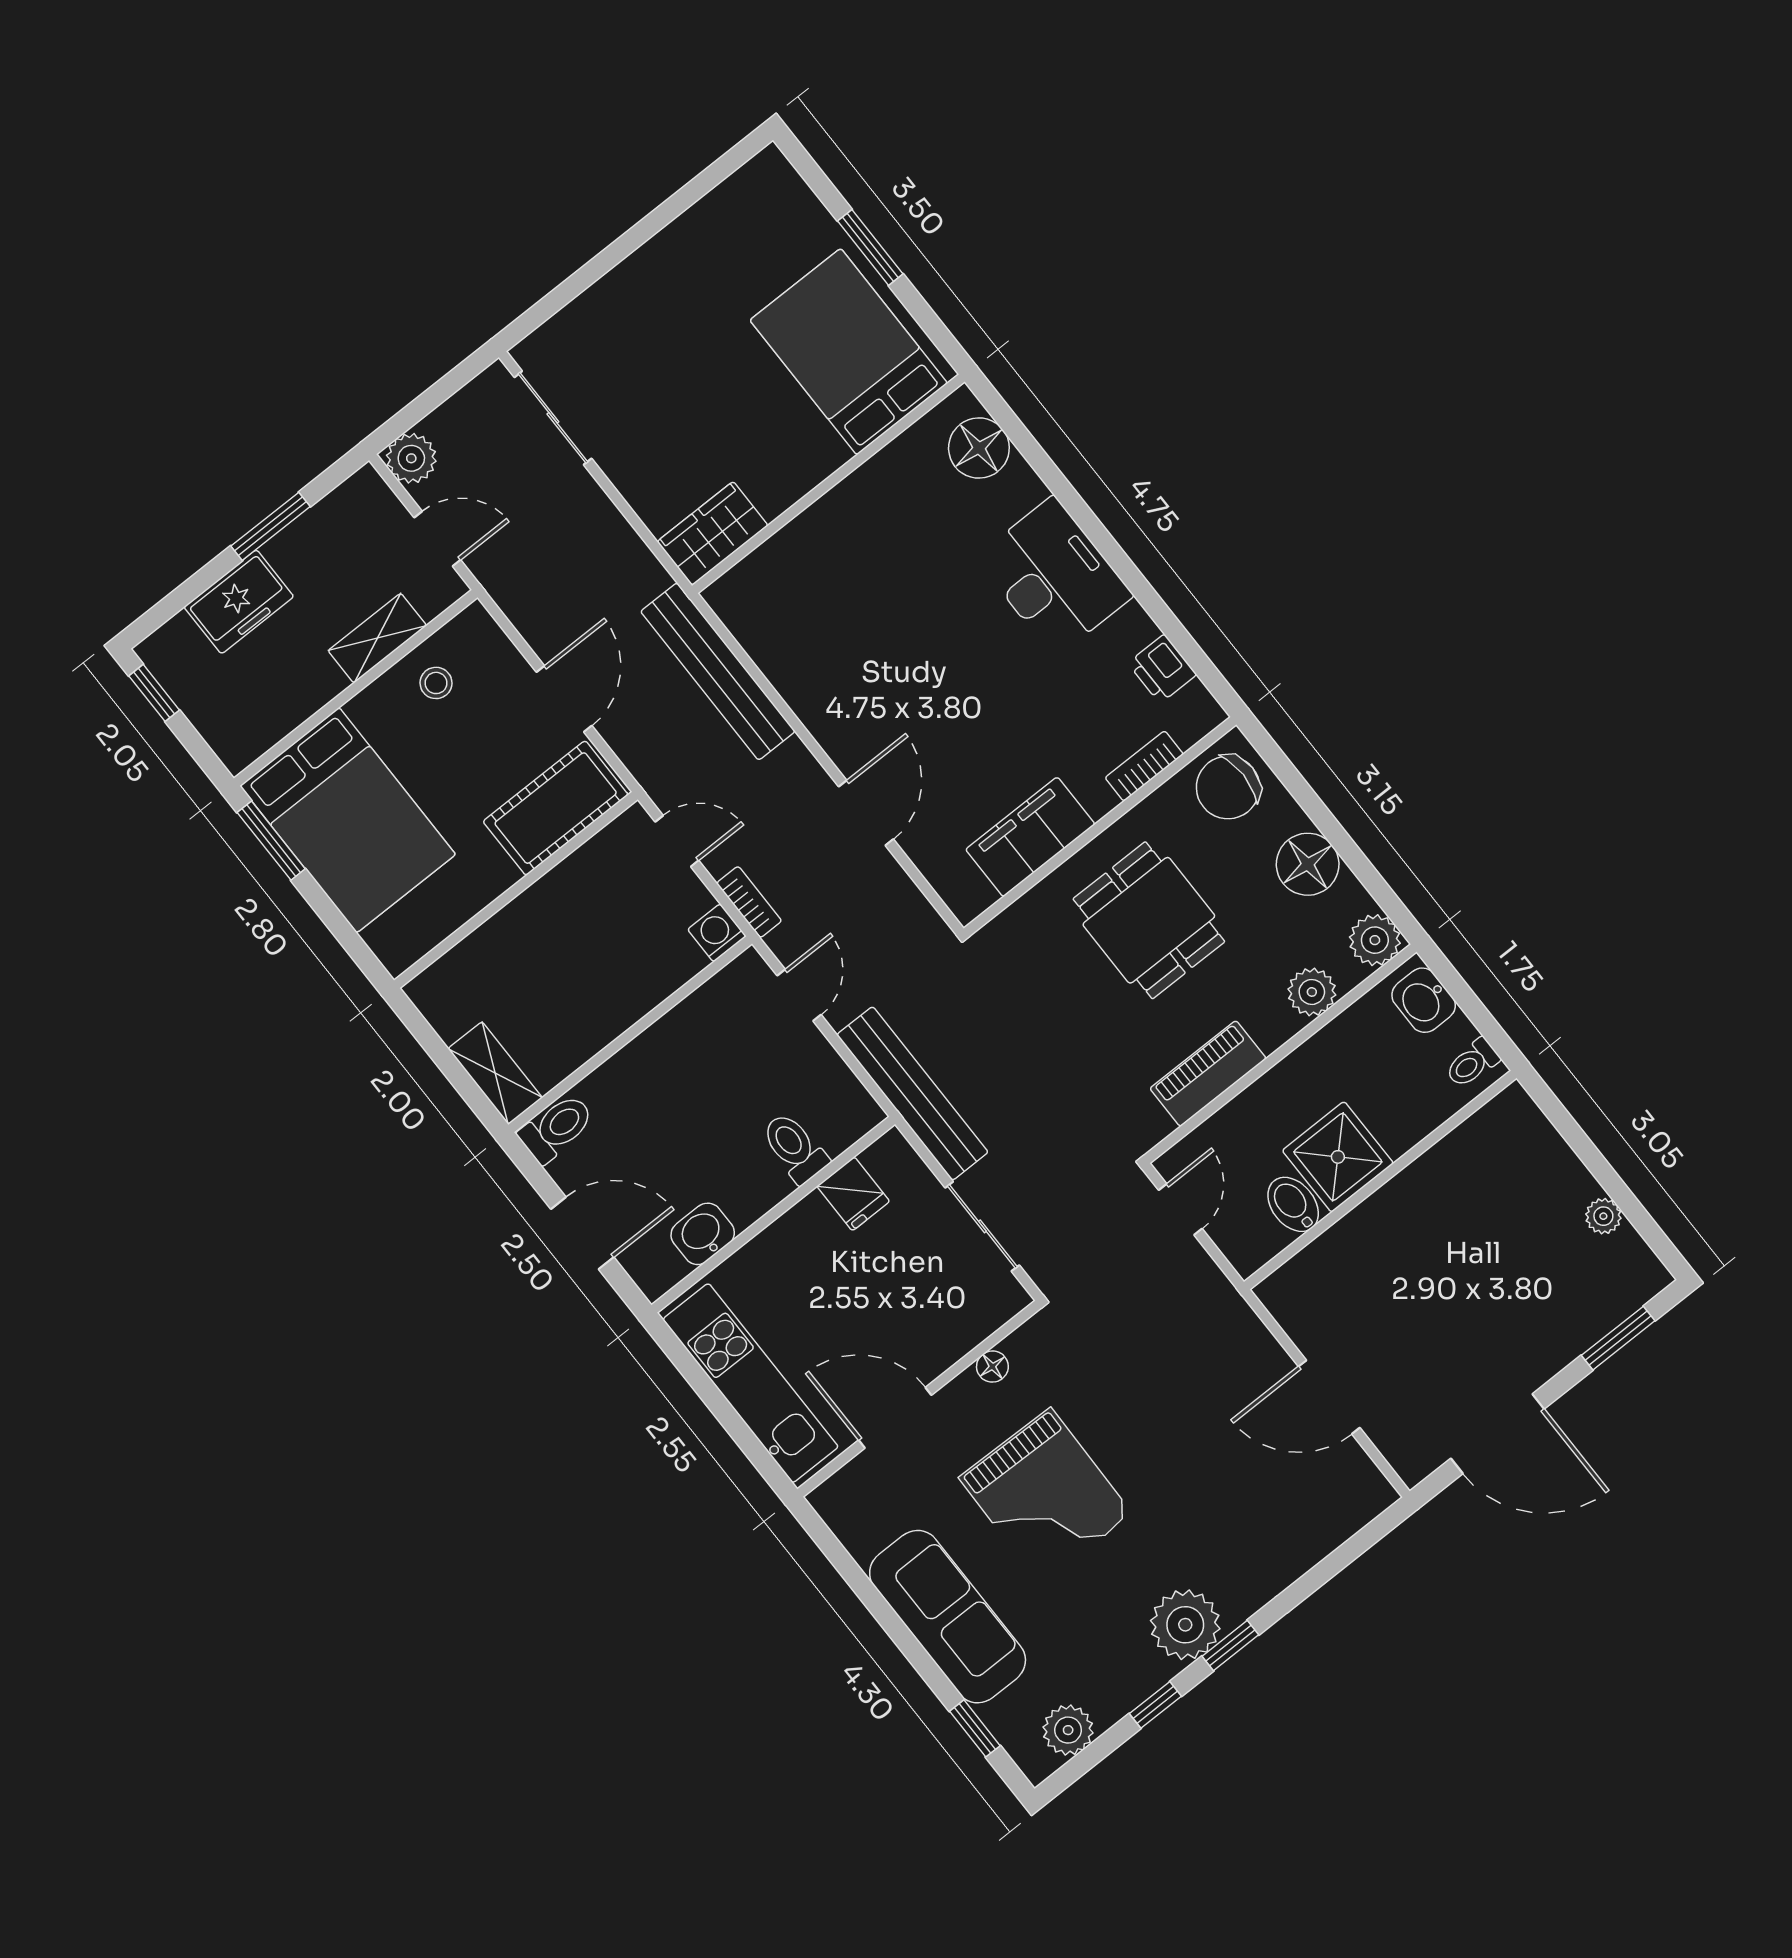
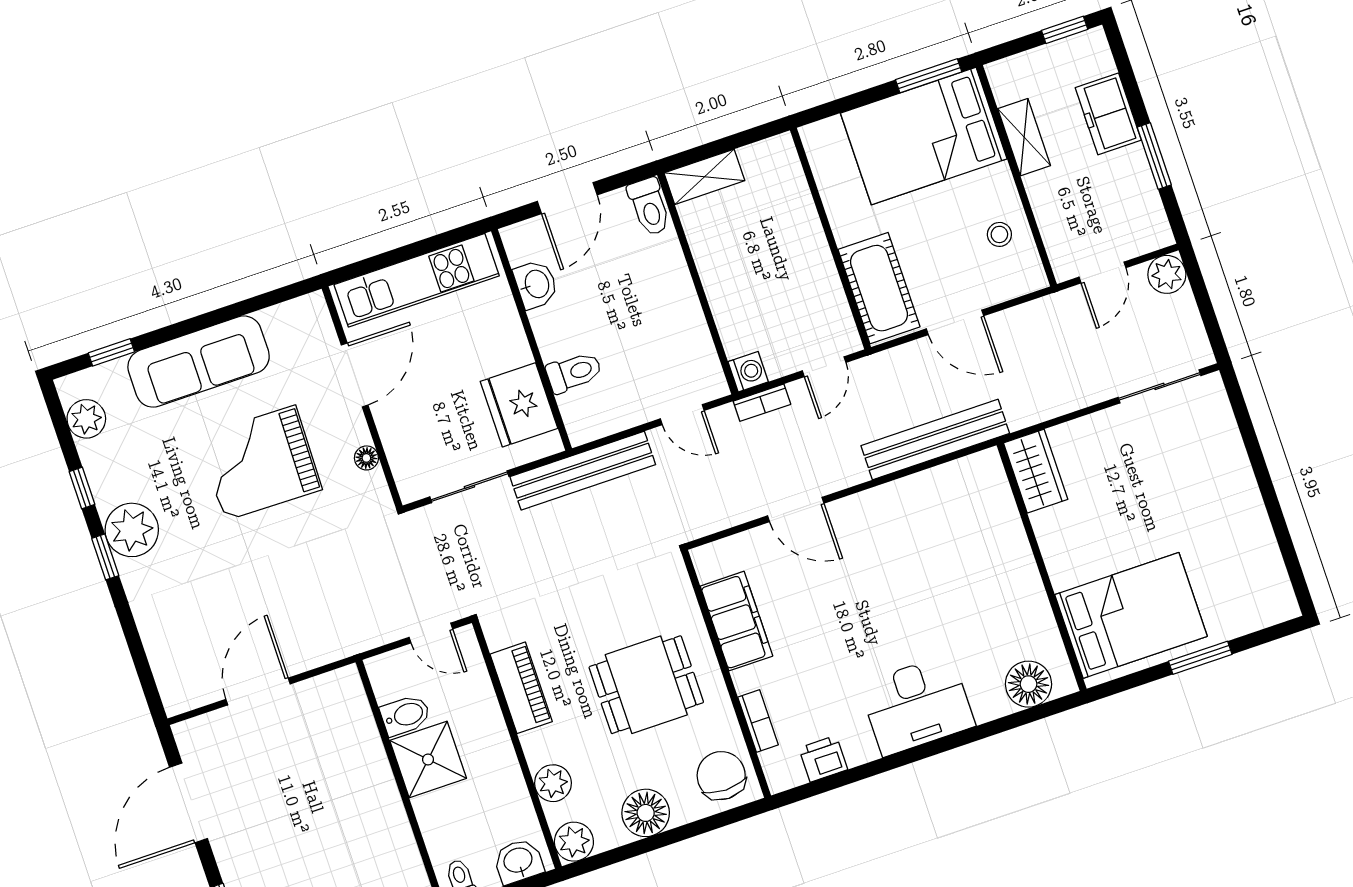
shelving: (377, 638) -> (1024, 137), moved
fridge: (853, 1194) -> (519, 405), width x1.88, depth x1.34

